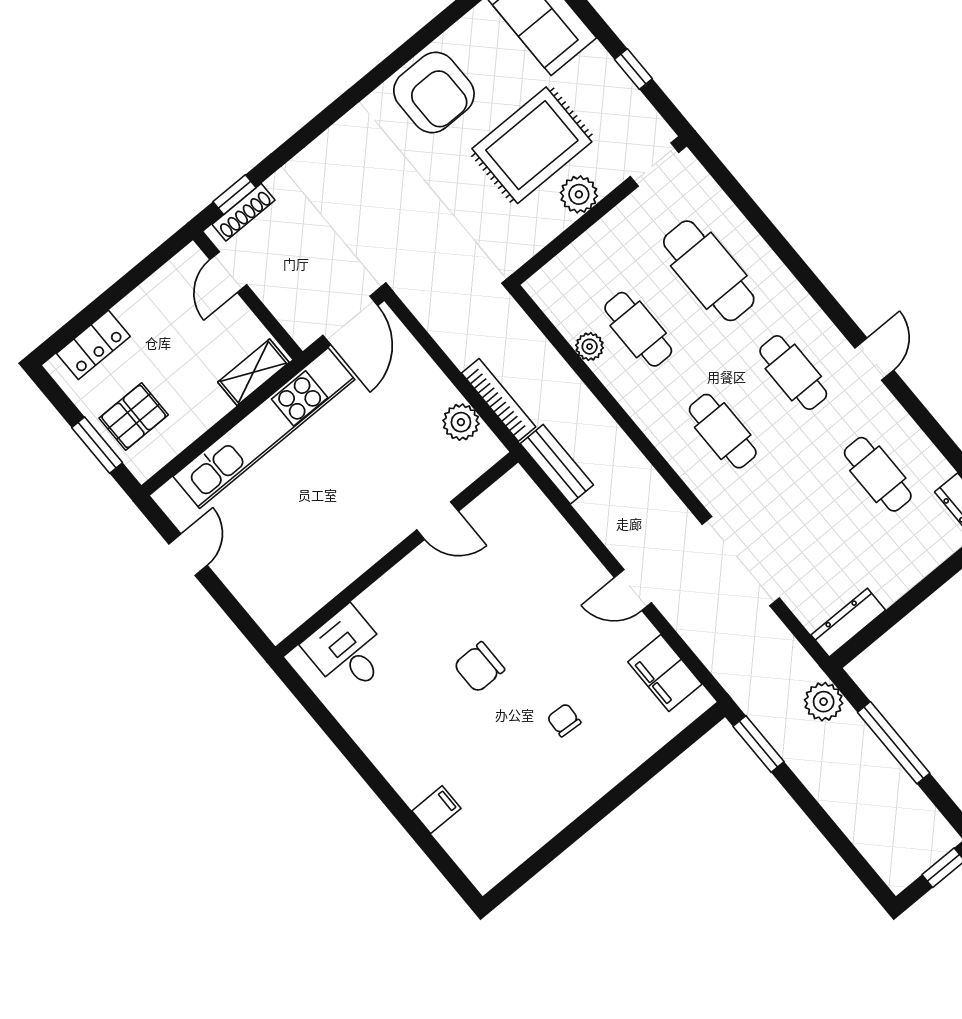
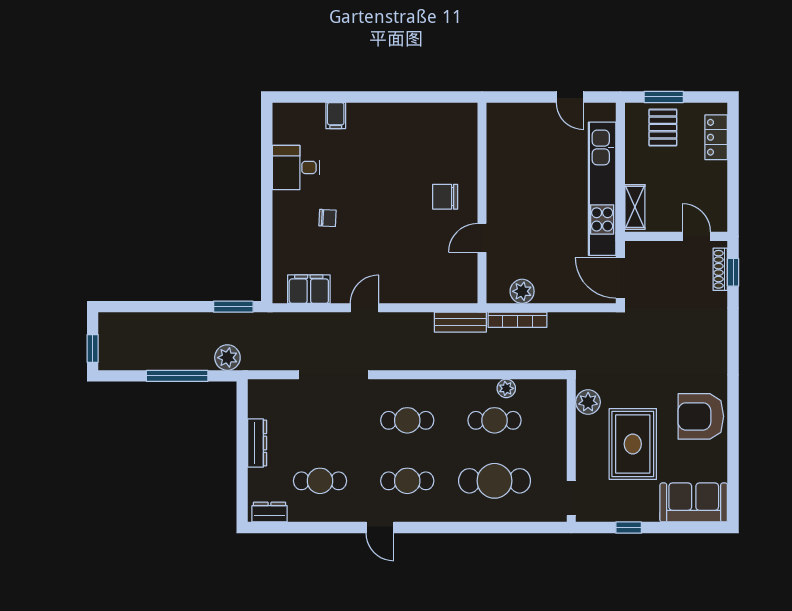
plant: (579, 194) -> (588, 402), moved
dresser: (848, 623) -> (257, 443), moved
desk: (348, 651) -> (296, 167), moved, turned 180
chair: (479, 667) -> (445, 197), moved, turned -90

